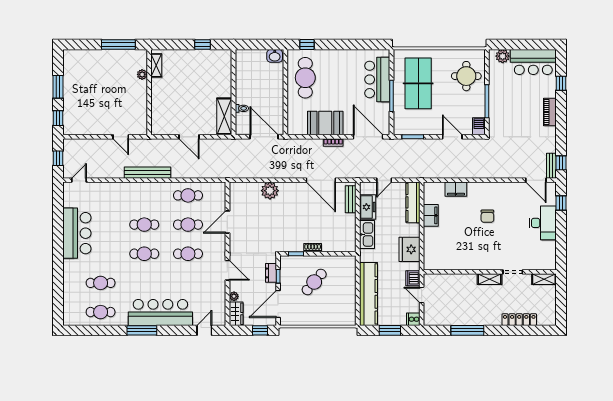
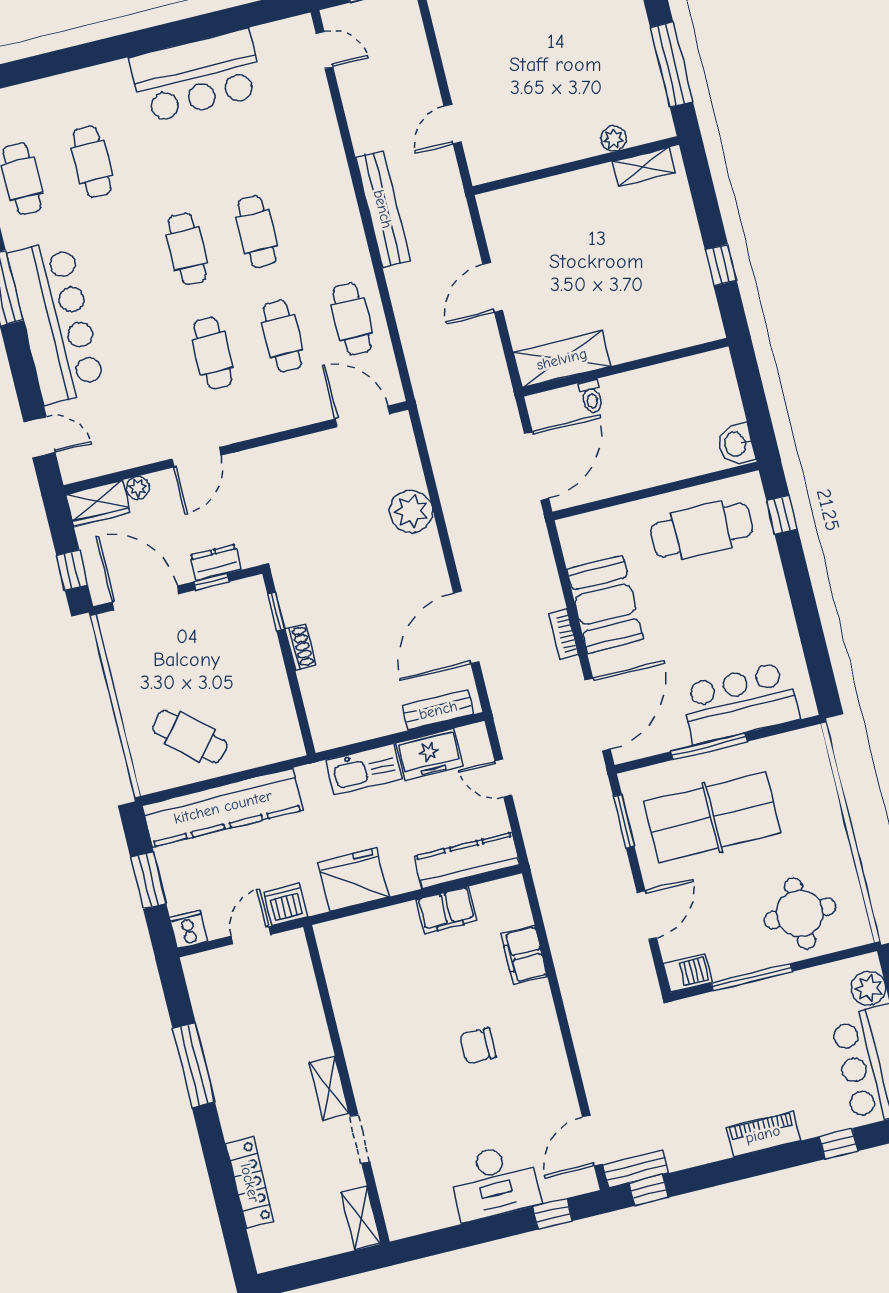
table tennis table: (418, 83) -> (712, 817), moved
door: (227, 222) -> (362, 416), moved
cafe table: (314, 282) -> (190, 737), moved

